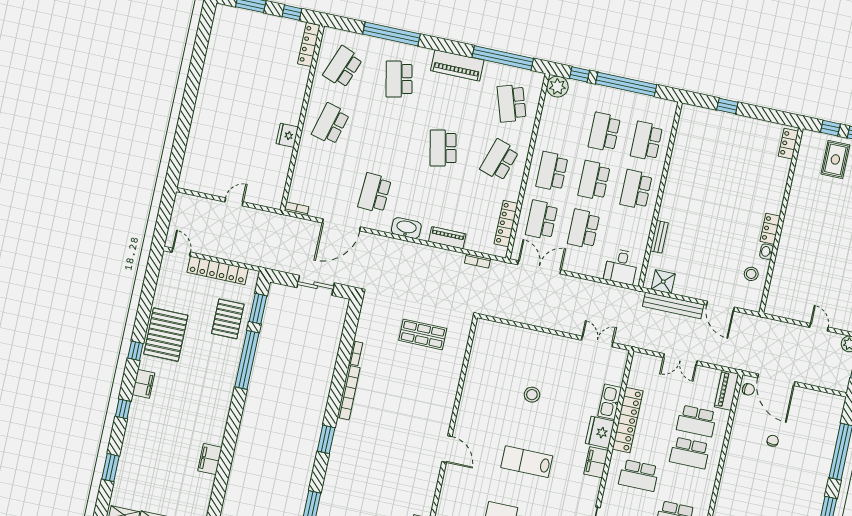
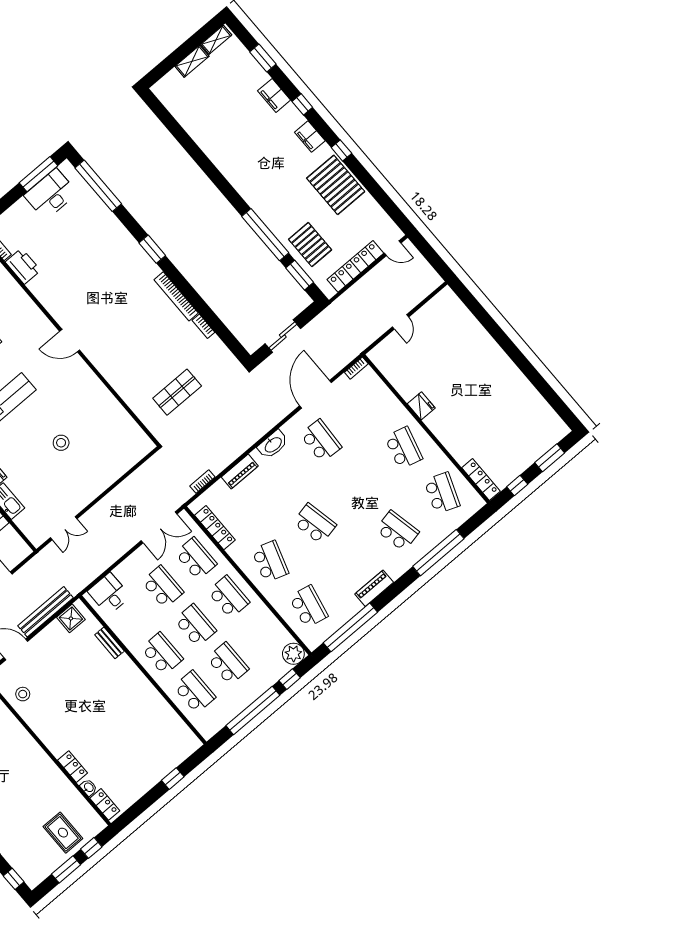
piano: (457, 65) -> (374, 588), width x0.73, depth x0.75
school desk: (512, 103) -> (308, 607), turned 30
locker: (770, 229) -> (73, 767), moved
washbasin: (767, 252) -> (89, 787), moved
filing cabinet: (210, 459) -> (274, 95), moved, turned 180

